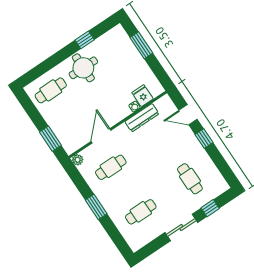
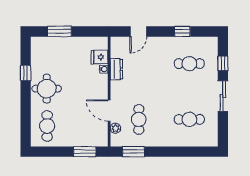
dresser: (142, 118) -> (116, 69), width x0.70
window: (204, 139) -> (182, 31), moved
plant: (78, 160) -> (115, 128), moved
window: (96, 207) -> (133, 152), moved
cafe table: (141, 212) -> (189, 119), turned 90

